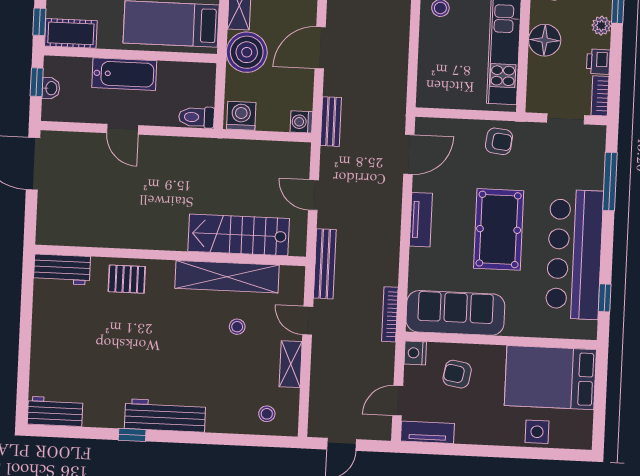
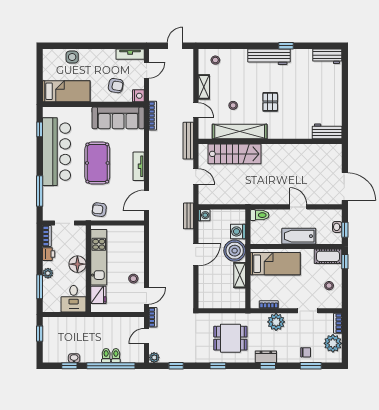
washing machine: (241, 116) -> (238, 231), moved, turned 90
pallet: (127, 279) -> (270, 102), moved, turned 90
bed: (550, 378) -> (66, 91), width x0.67

